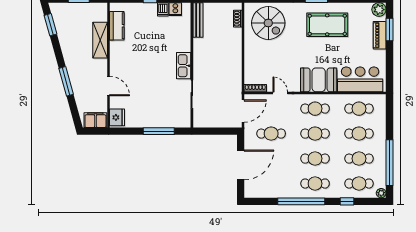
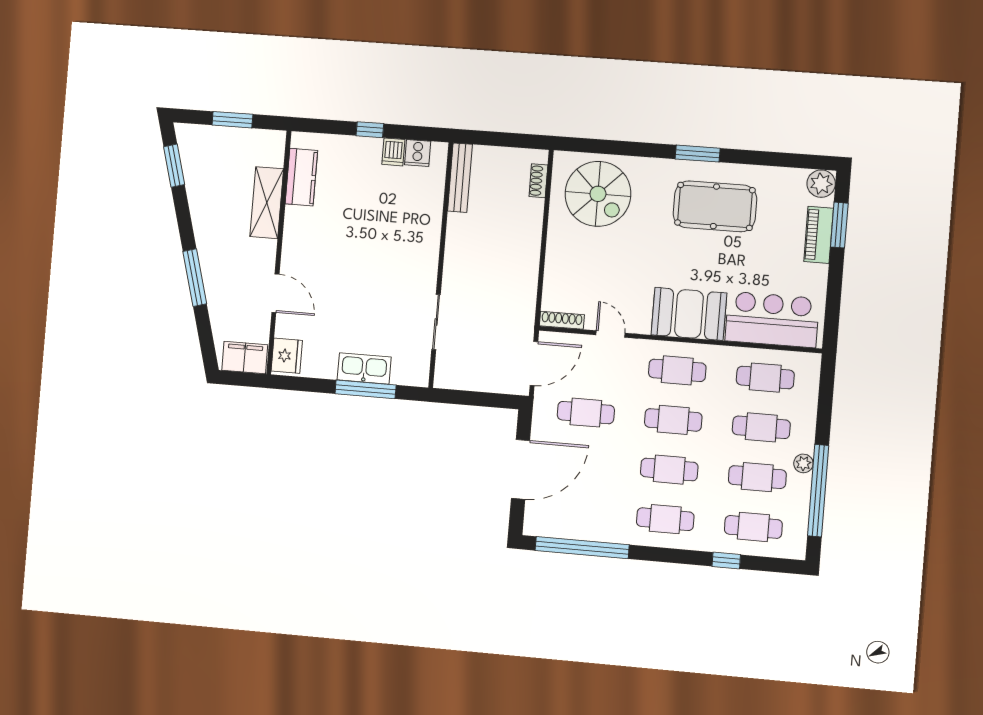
kitchen sink: (184, 66) -> (364, 368), moved, turned 90
plant: (381, 193) -> (803, 463), moved
window: (301, 201) -> (582, 548), moved

